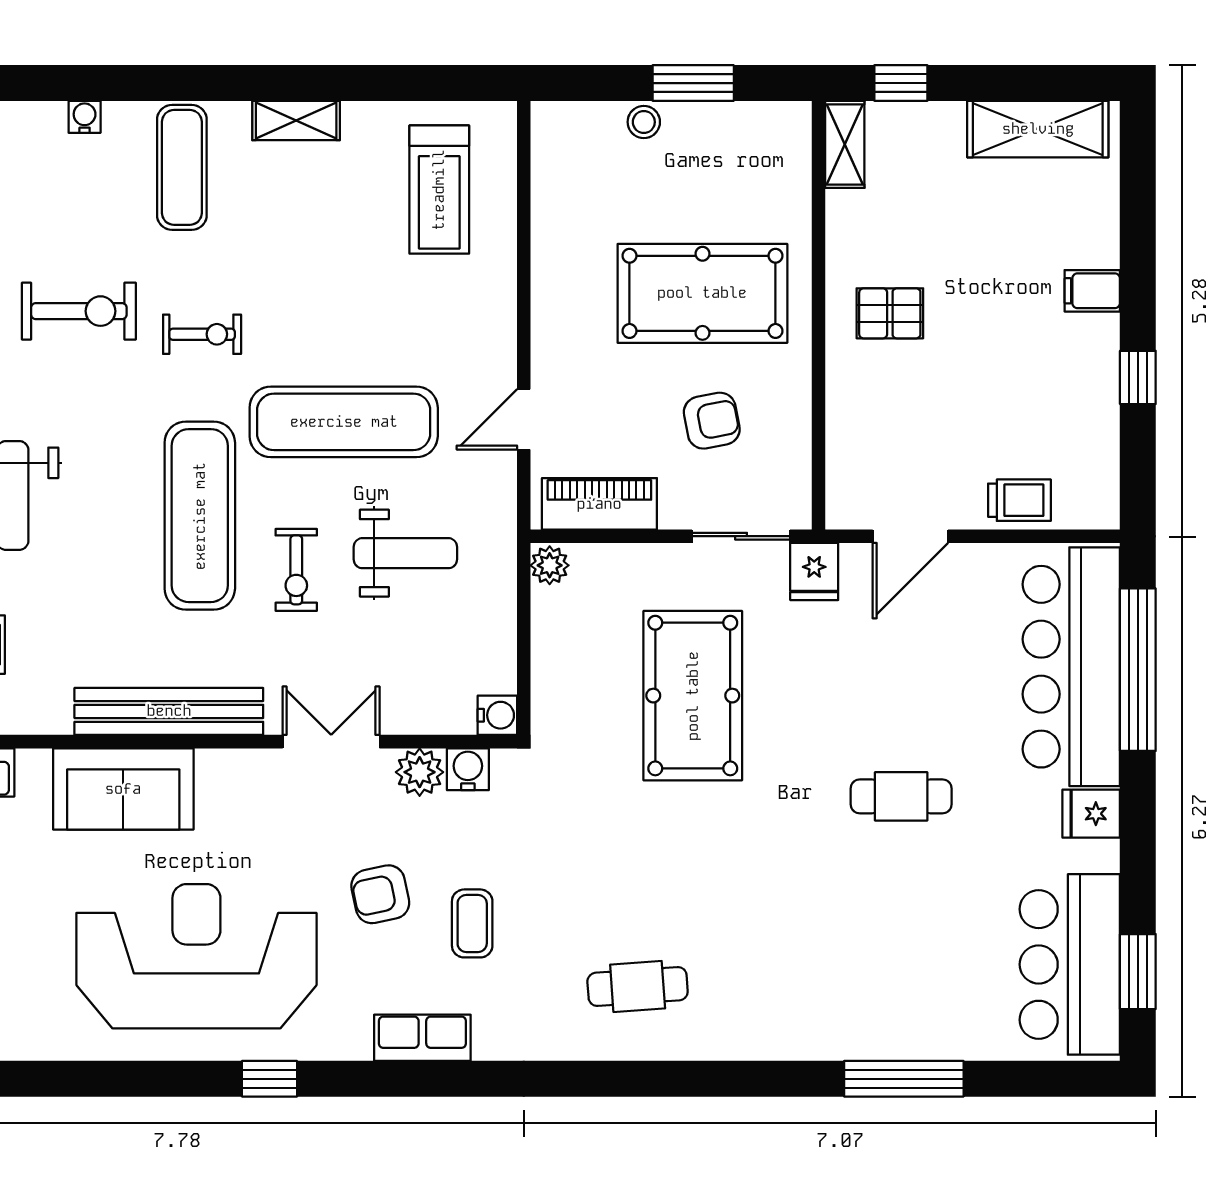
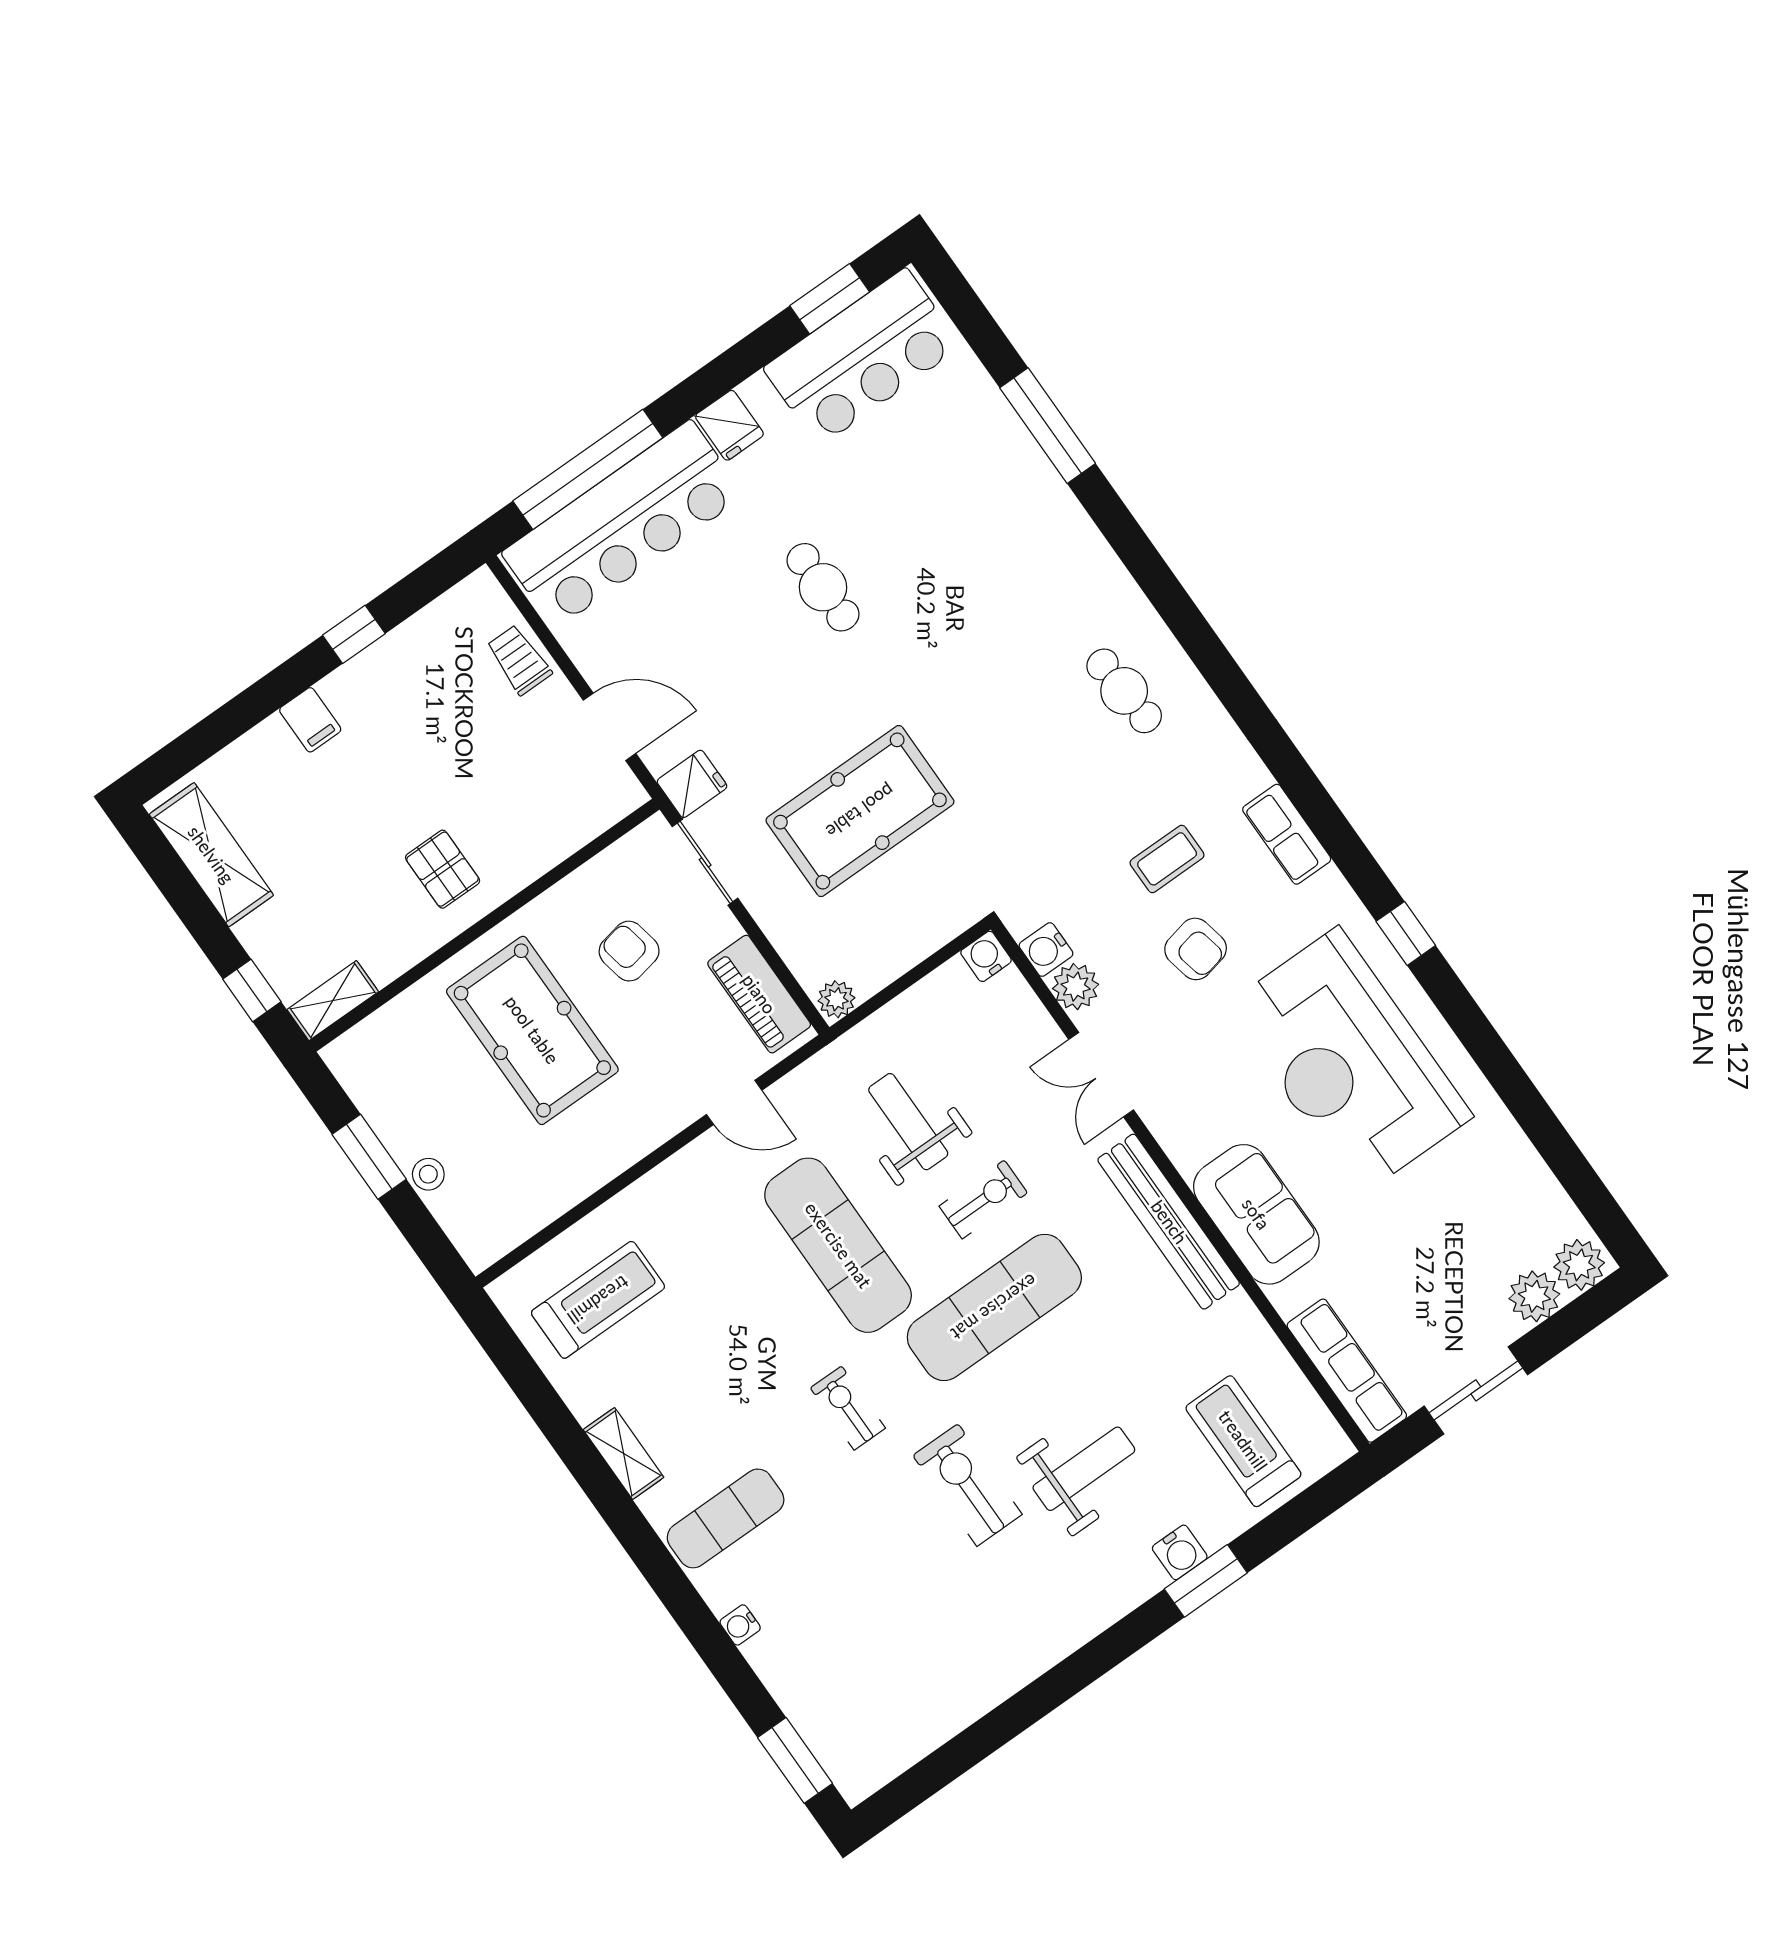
exercise bike: (79, 311) -> (967, 1485), moved

